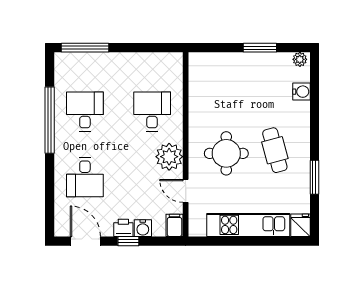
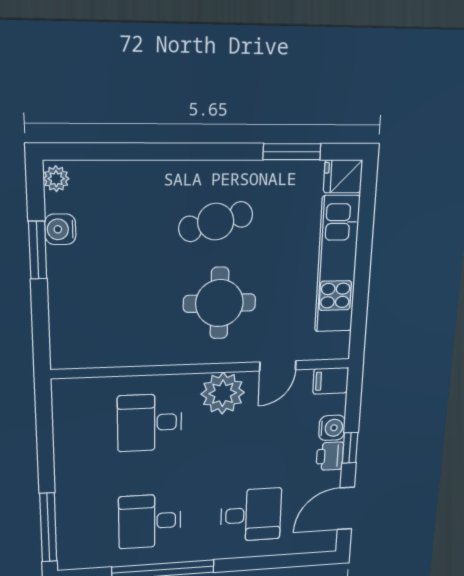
water cooler: (301, 92) -> (60, 229), moved, turned -90
window: (314, 177) -> (292, 152), moved

